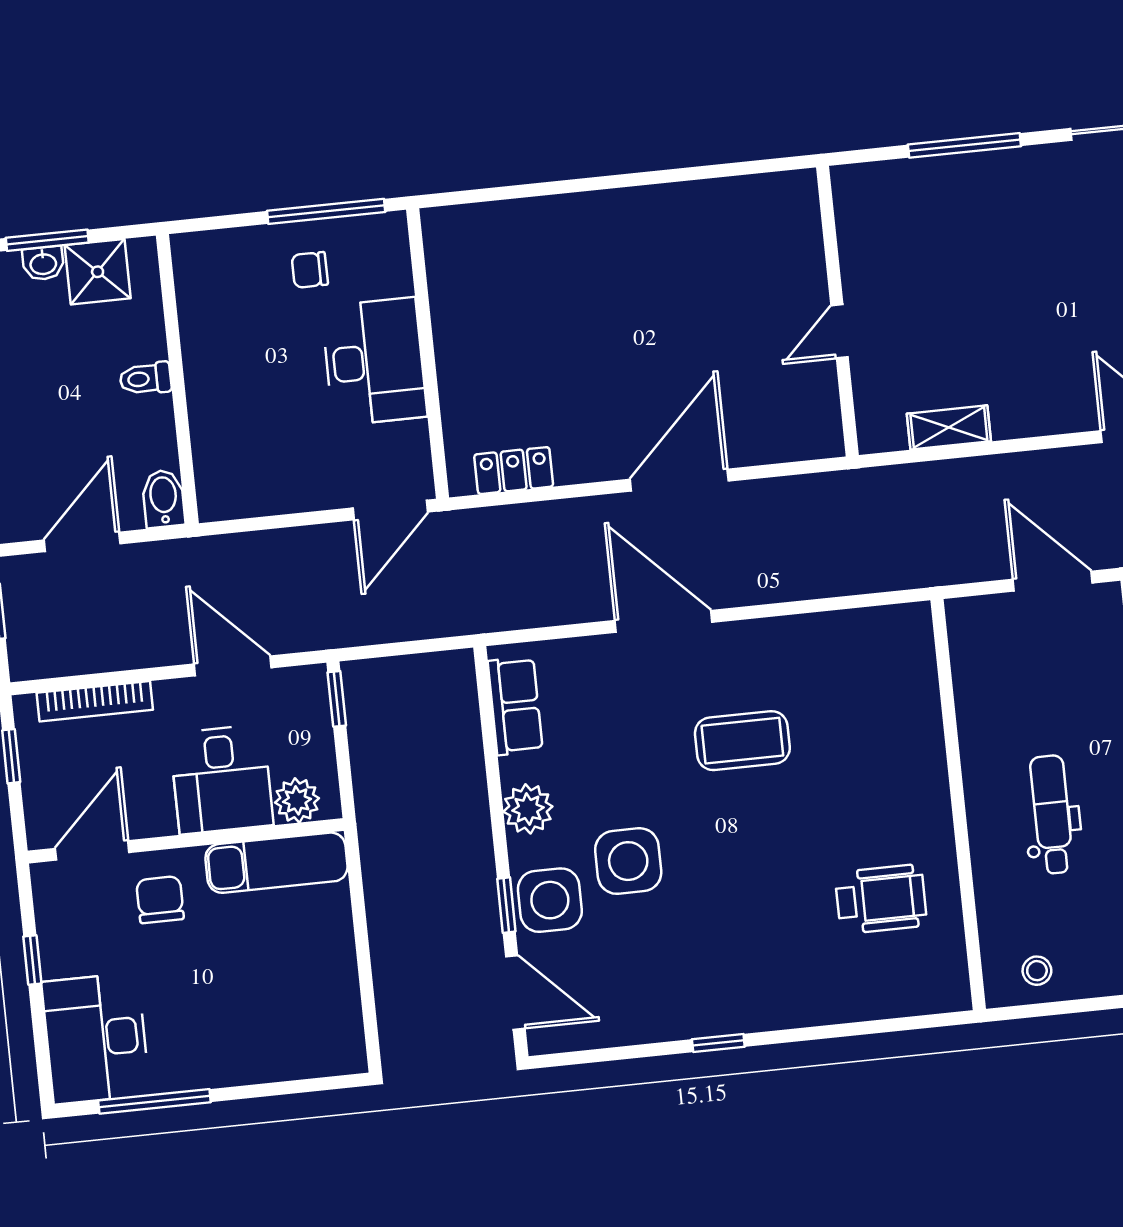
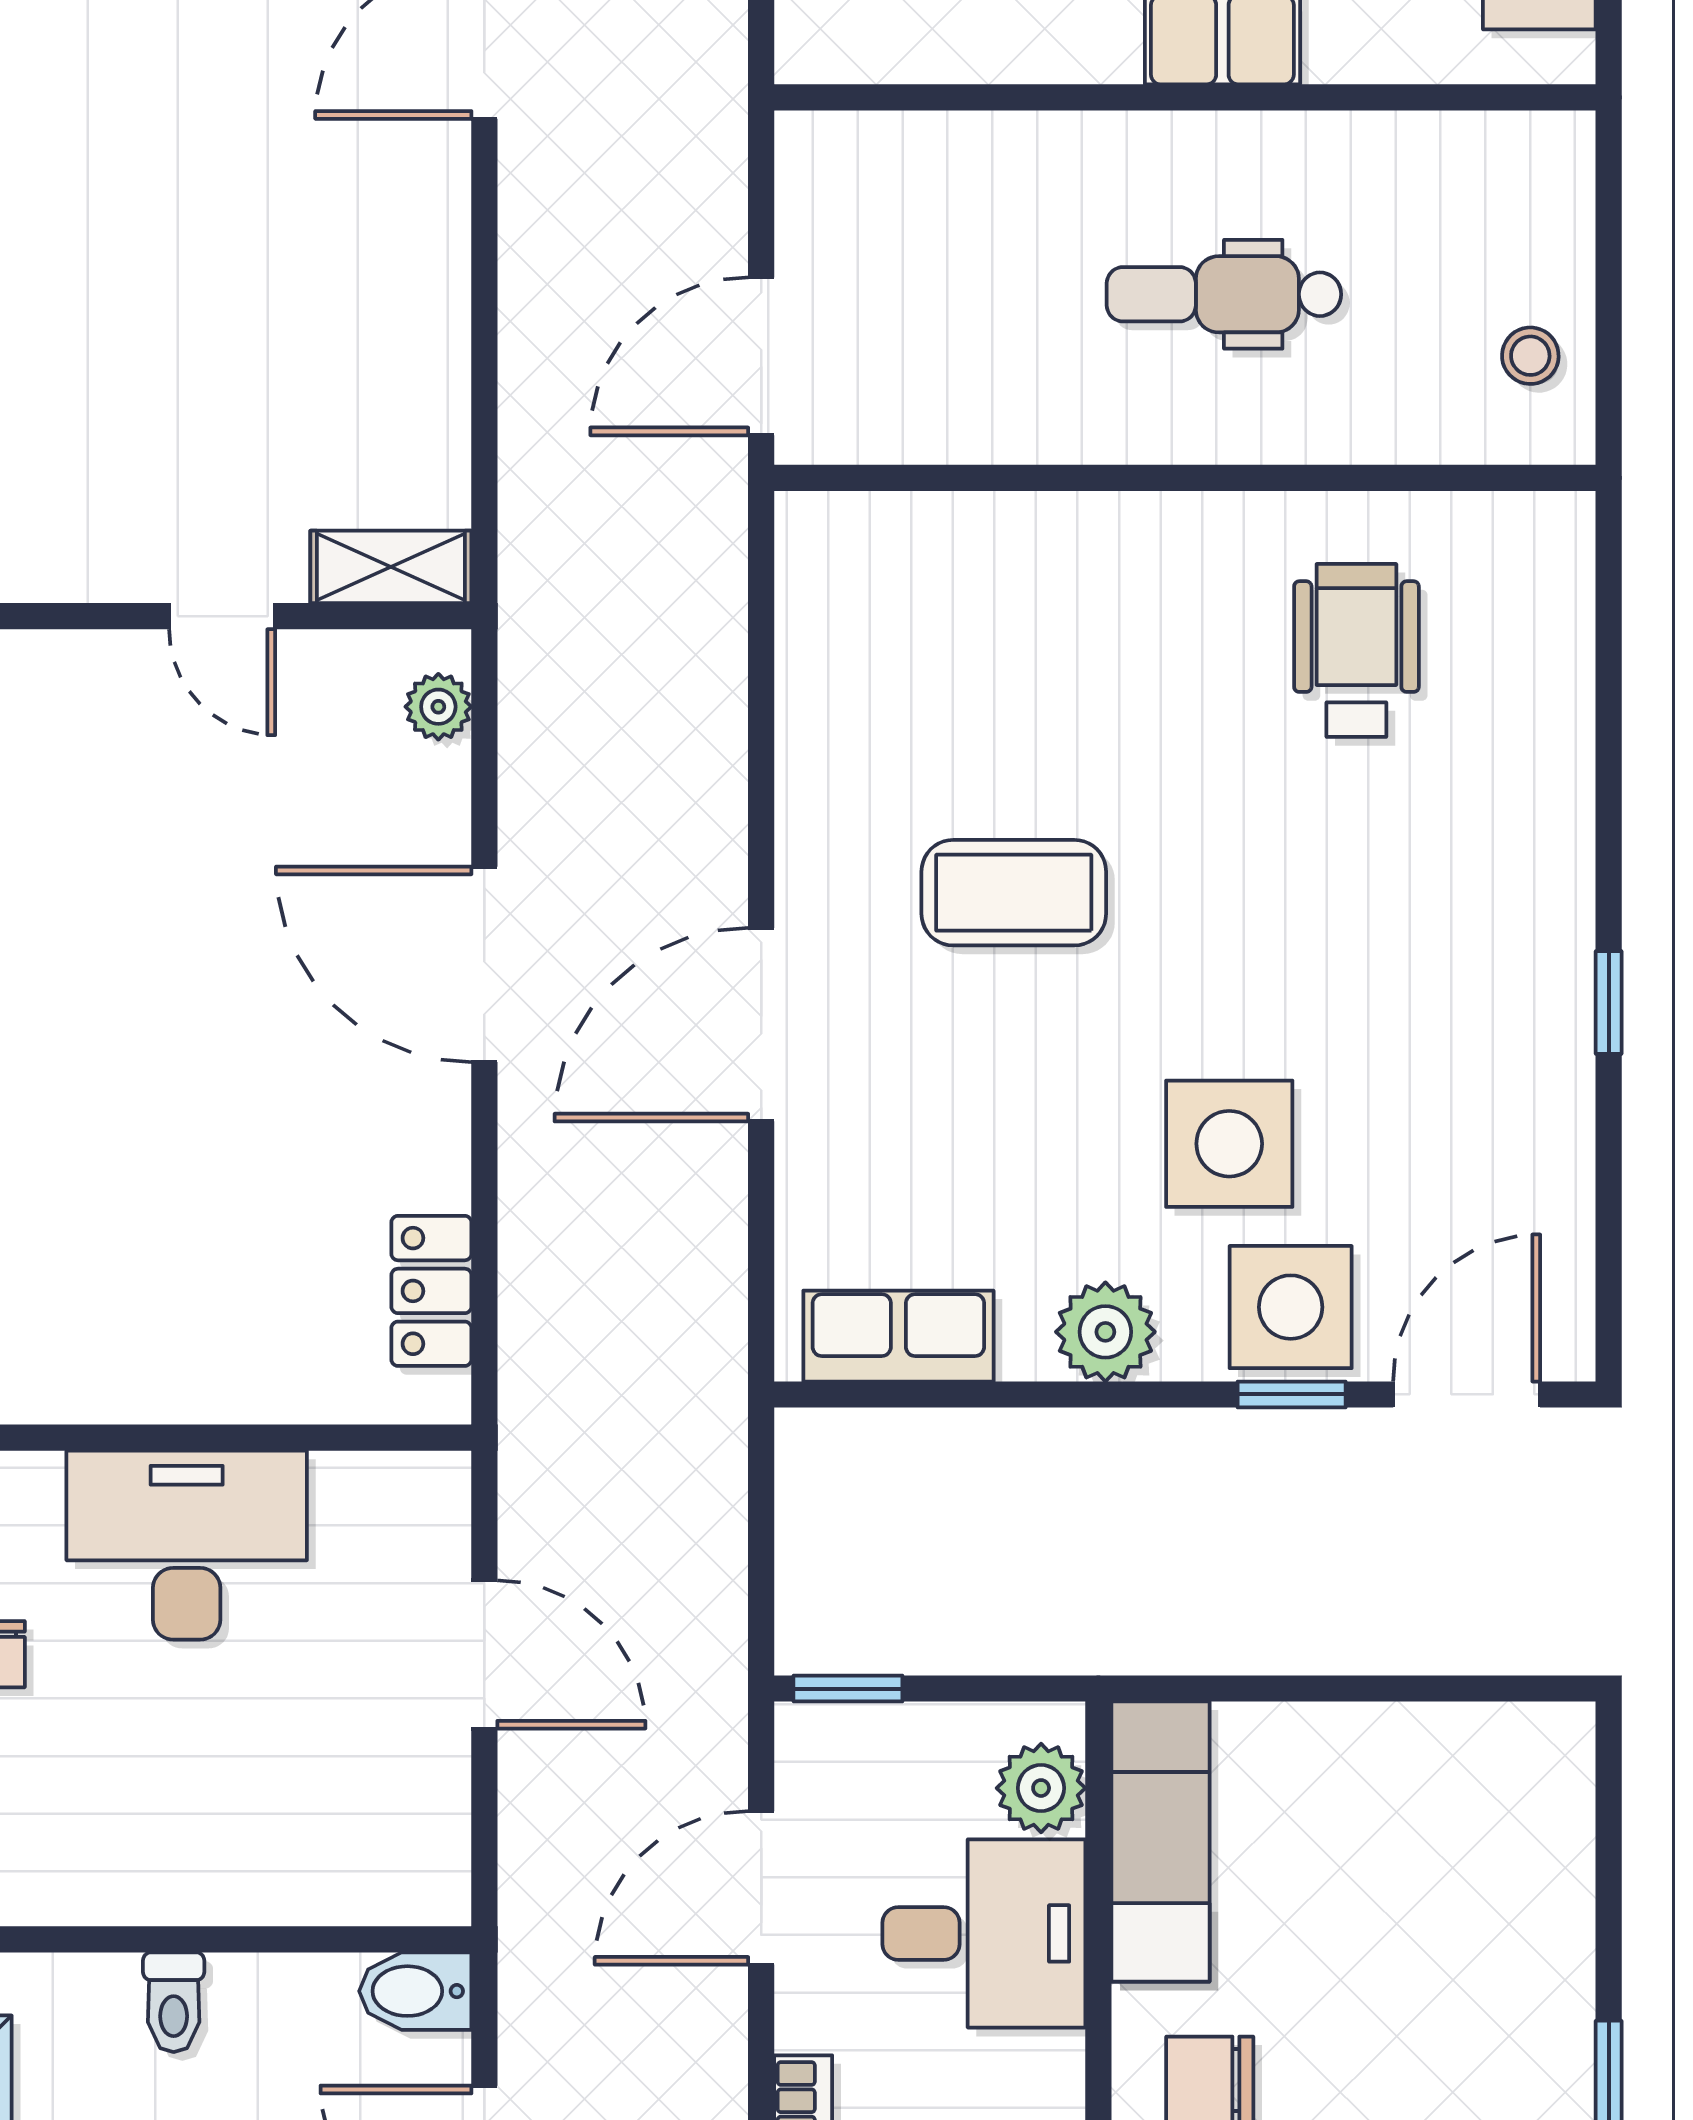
shelving: (949, 427) -> (391, 567), moved, turned 90
plant: (805, 444) -> (438, 707), added
door: (390, 510) -> (484, 1655), moved
door: (1053, 581) -> (761, 356), moved
coffee table: (742, 741) -> (1014, 893), turned 90

